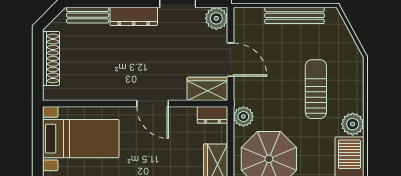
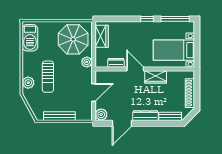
door: (230, 60) -> (94, 92), swing flipped
wardrobe: (207, 89) -> (156, 77), moved
dresser: (212, 115) -> (116, 63), moved
plant: (353, 124) -> (28, 83), moved

